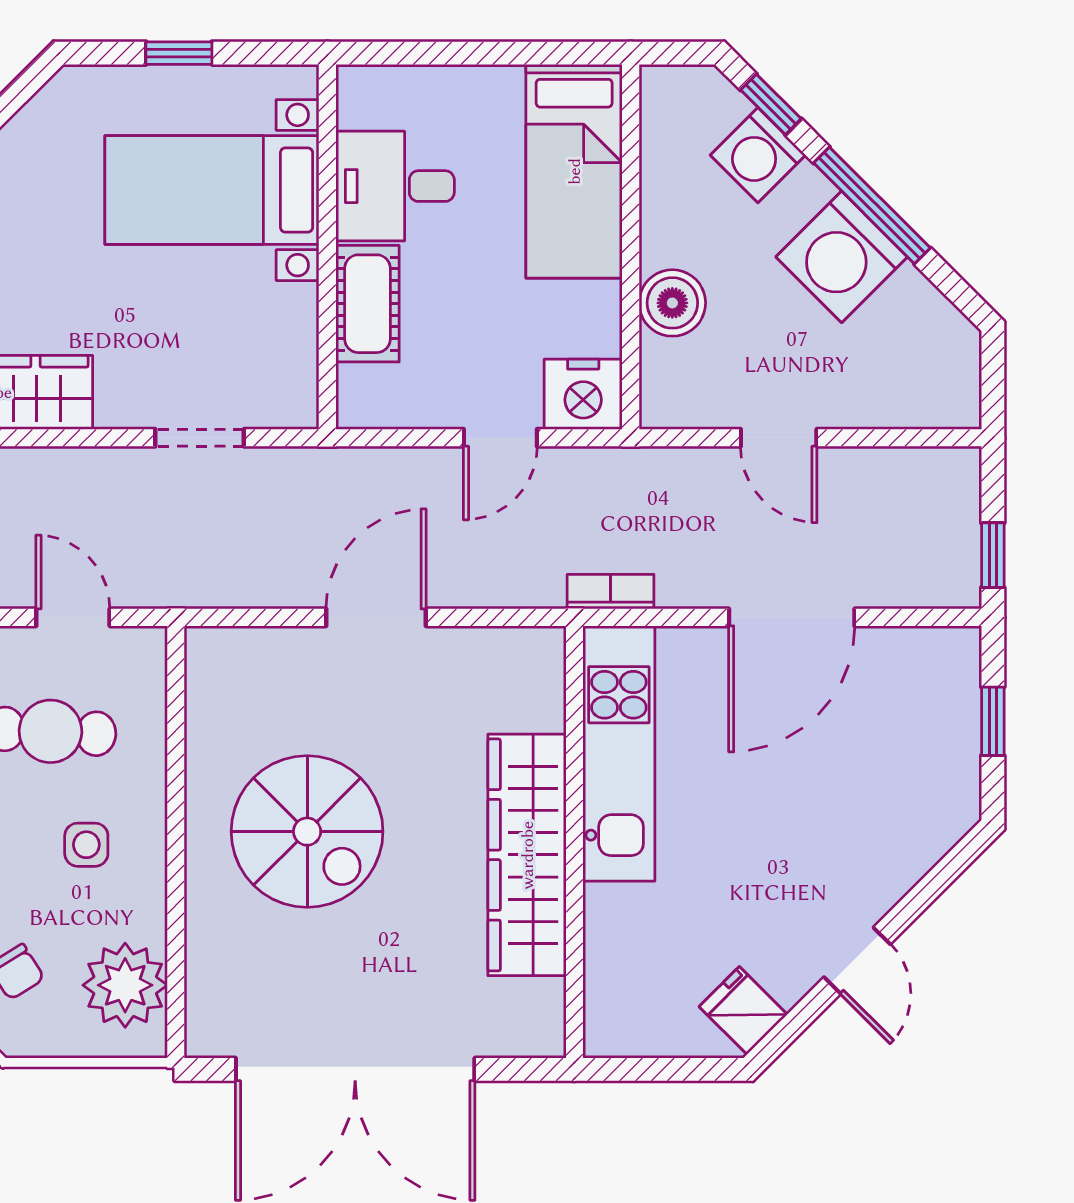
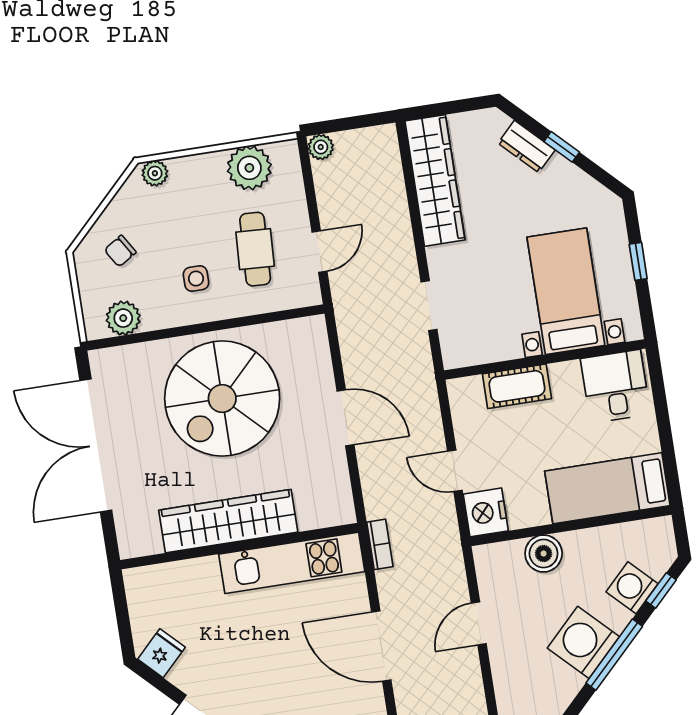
desk: (395, 186) -> (615, 386), moved
spiral stairs: (307, 832) -> (222, 399), width x1.37, depth x1.37
plant: (125, 985) -> (123, 318), width x0.73, depth x0.73

